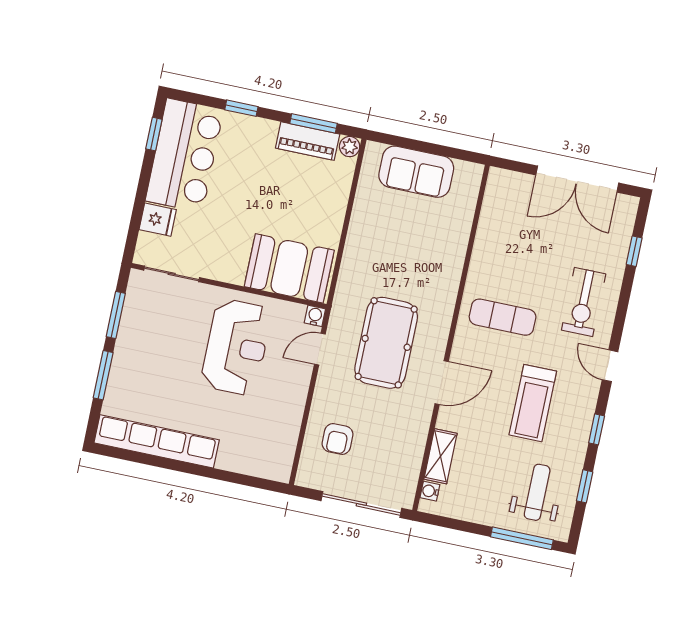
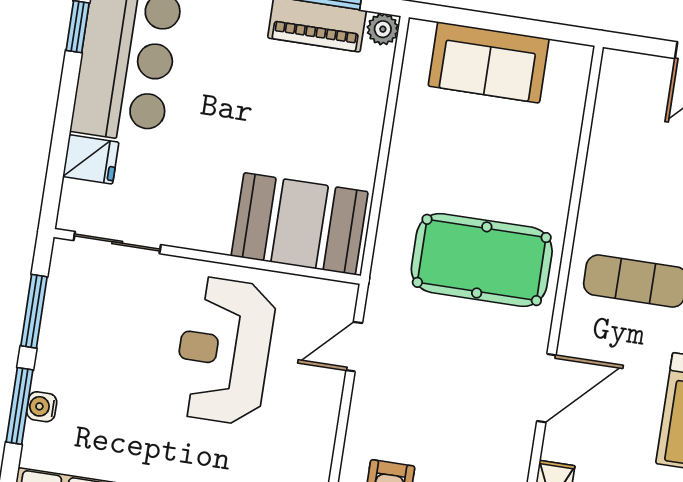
water cooler: (315, 316) -> (42, 407), moved, turned -90
pool table: (386, 343) -> (482, 260), moved, turned 90
reception desk: (236, 347) -> (224, 351), turned 180

